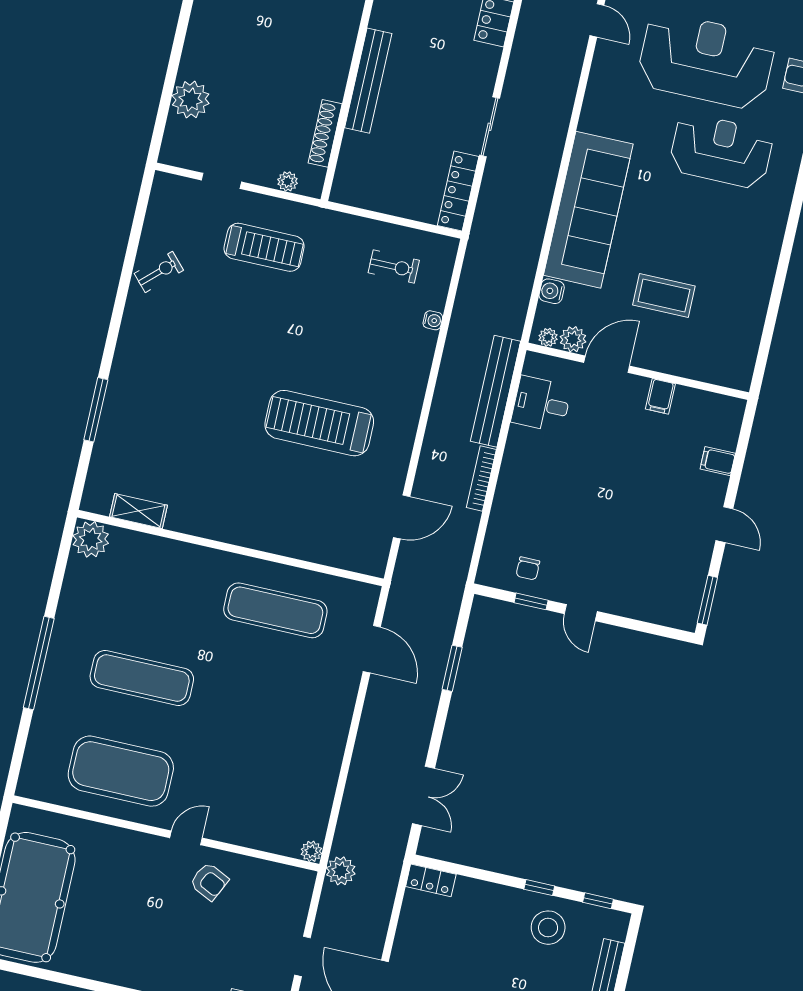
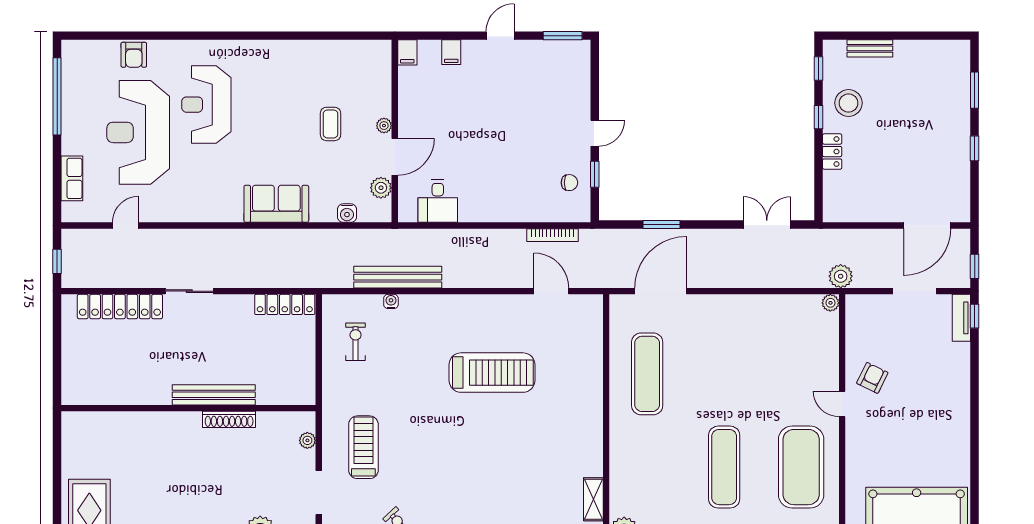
sliding door: (489, 127) -> (189, 291), moved
shoe rack: (325, 133) -> (229, 419), moved
doorway: (221, 181) -> (319, 493), width x1.38
sofa: (588, 210) -> (276, 204), width x0.54, depth x0.79
coffee table: (664, 296) -> (331, 124), width x0.73, depth x0.77
plant: (548, 337) -> (384, 126), moved
door: (607, 364) -> (395, 157), swing flipped
bench: (496, 391) -> (398, 277), moved
filing cabinet: (660, 396) -> (407, 52), moved, turned 90
treadmill: (319, 423) -> (492, 373), turned -90
bookcase: (481, 479) -> (552, 235), moved
door: (372, 649) -> (661, 291), width x1.36
locker: (431, 880) -> (832, 152), moved
doorway: (303, 956) -> (915, 291), width x1.38

